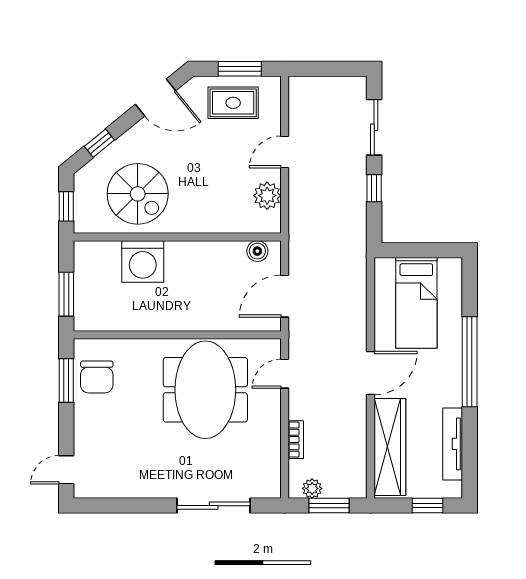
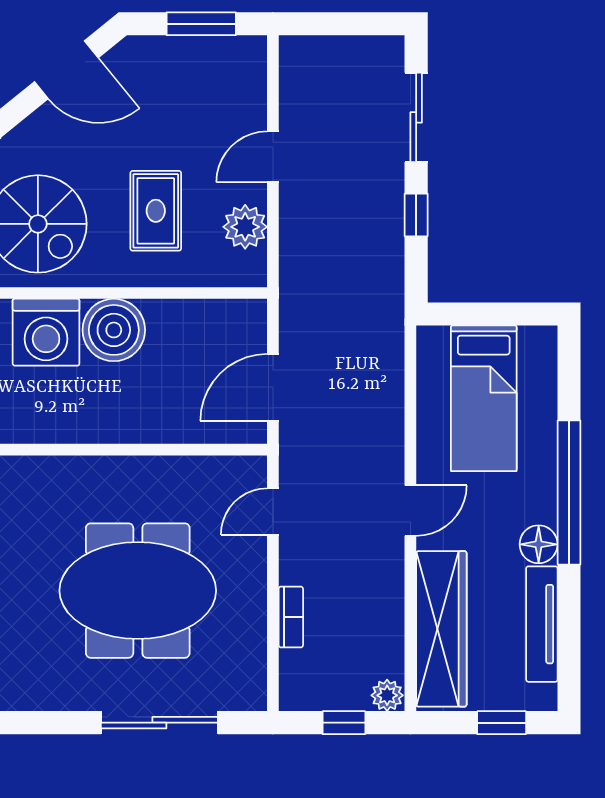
rug: (233, 103) -> (156, 211), moved, turned 90
boiler: (257, 251) -> (114, 330), moved, width x1.86, depth x1.86
door: (371, 373) -> (410, 511), width x0.73
meeting table: (205, 390) -> (138, 591), moved, turned 90
floor lamp: (451, 394) -> (539, 544), added
plant: (312, 488) -> (387, 695), moved
window: (329, 506) -> (344, 723), width x0.67

